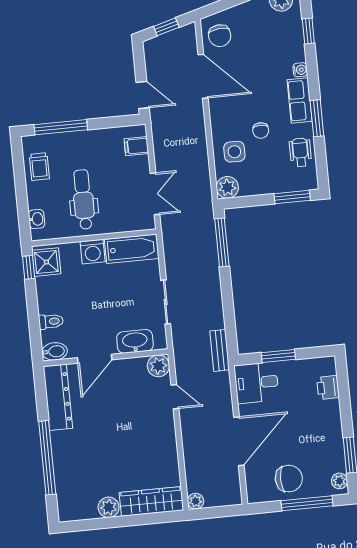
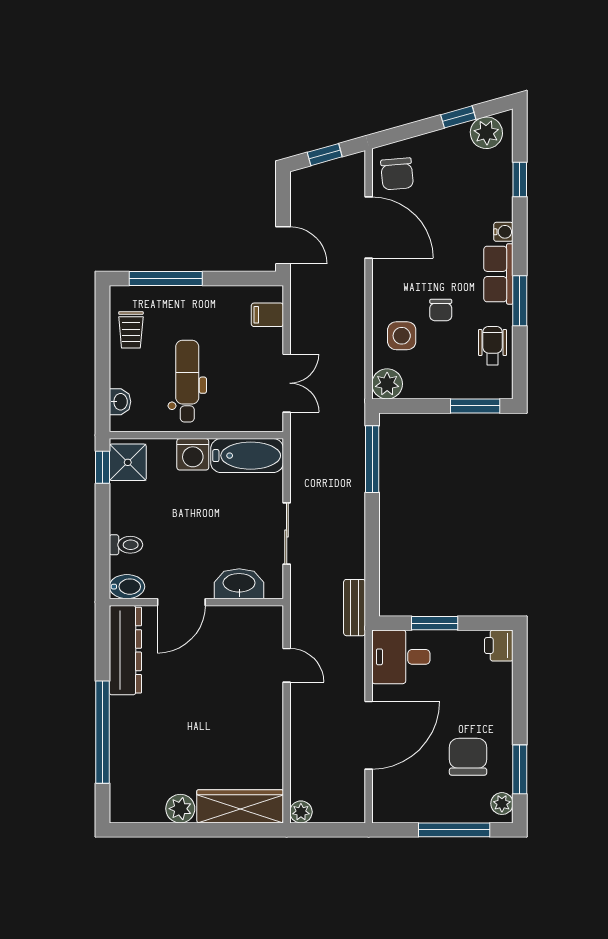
plant: (158, 366) -> (268, 621), removed
printer: (328, 387) -> (499, 646), moved
chair: (289, 479) -> (468, 757), moved, turned -90

